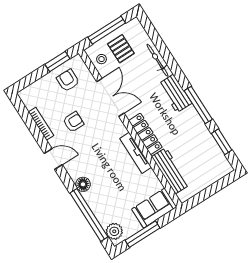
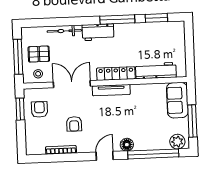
armchair: (68, 80) -> (39, 109), turned 90
armchair: (73, 122) -> (74, 124), turned 180
tv unit: (136, 153) -> (111, 90), moved
door: (53, 159) -> (105, 156), moved

